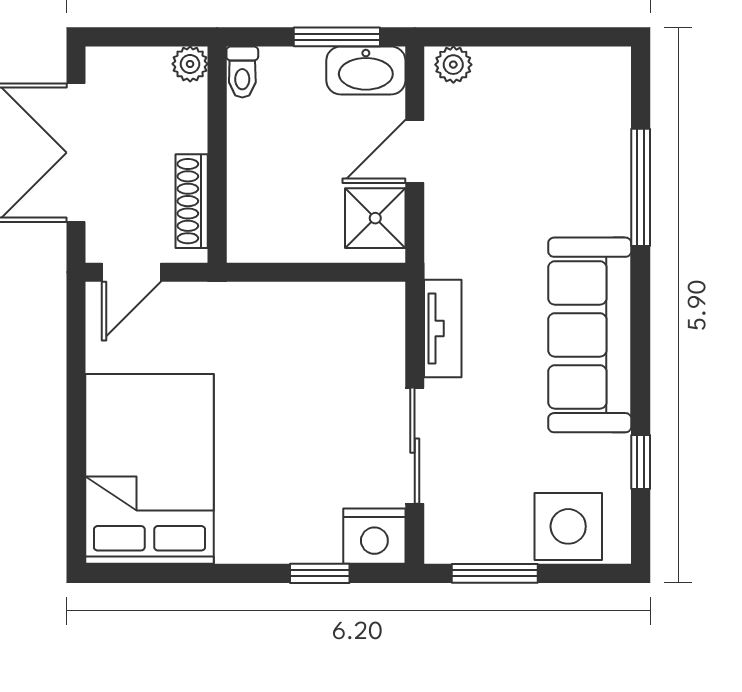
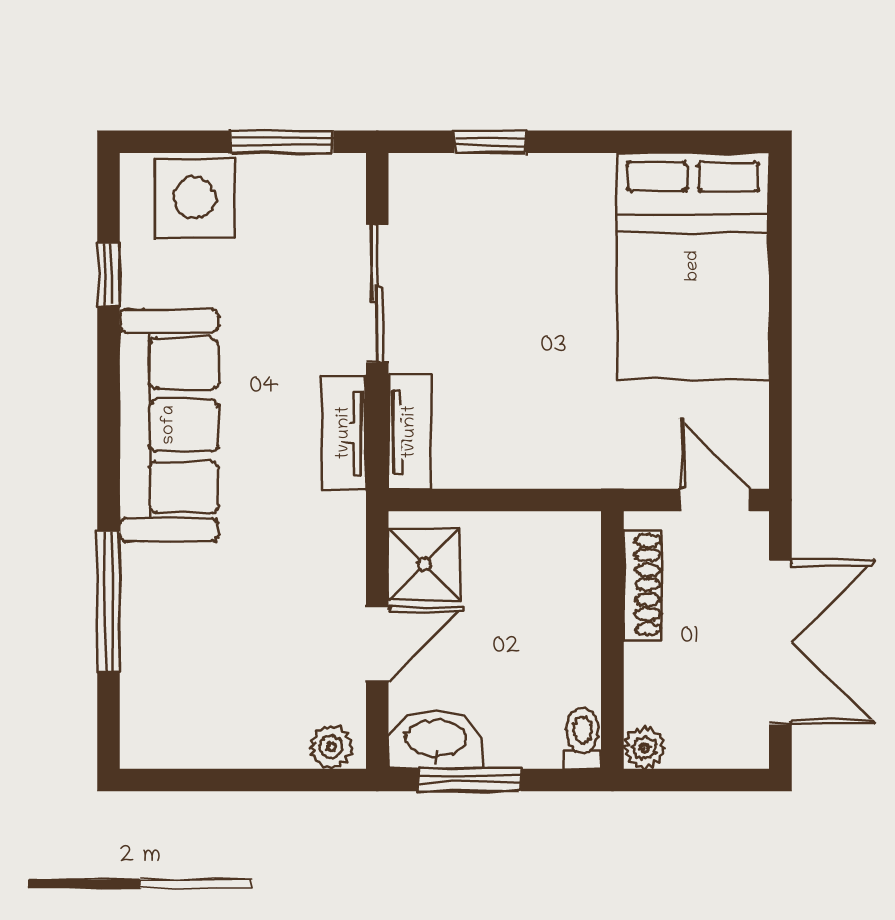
door: (131, 272) -> (714, 500), hinge flipped
tv unit: (387, 330) -> (410, 432), added
nightstand: (374, 536) -> (425, 186), removed

